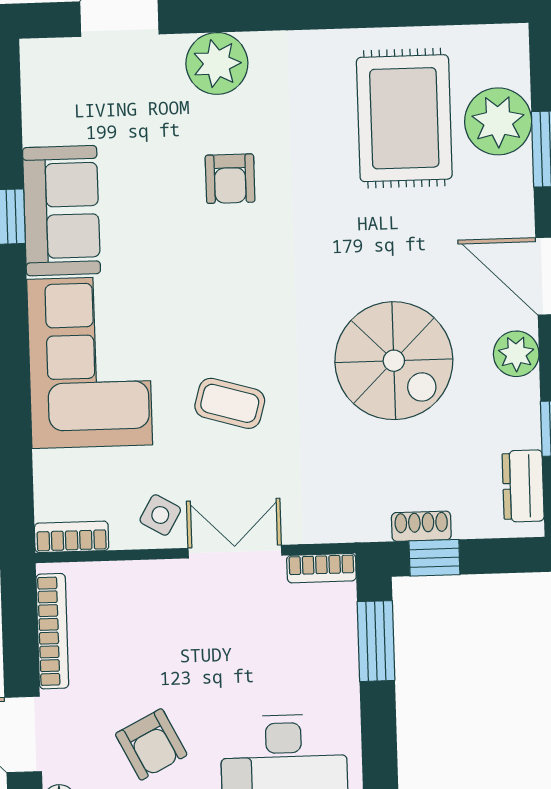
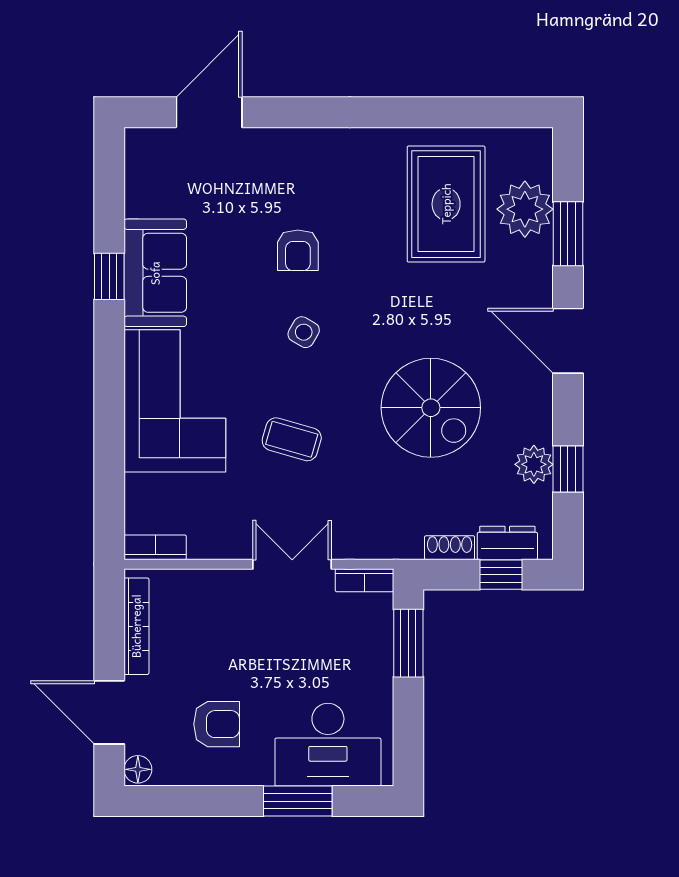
plant: (217, 63) -> (290, 153), removed
plant: (516, 354) -> (534, 464), moved
dresser: (523, 486) -> (507, 543), moved, turned 90
side table: (160, 515) -> (304, 332), moved
window: (434, 558) -> (501, 575), moved
armchair: (151, 744) -> (217, 724), turned -63

